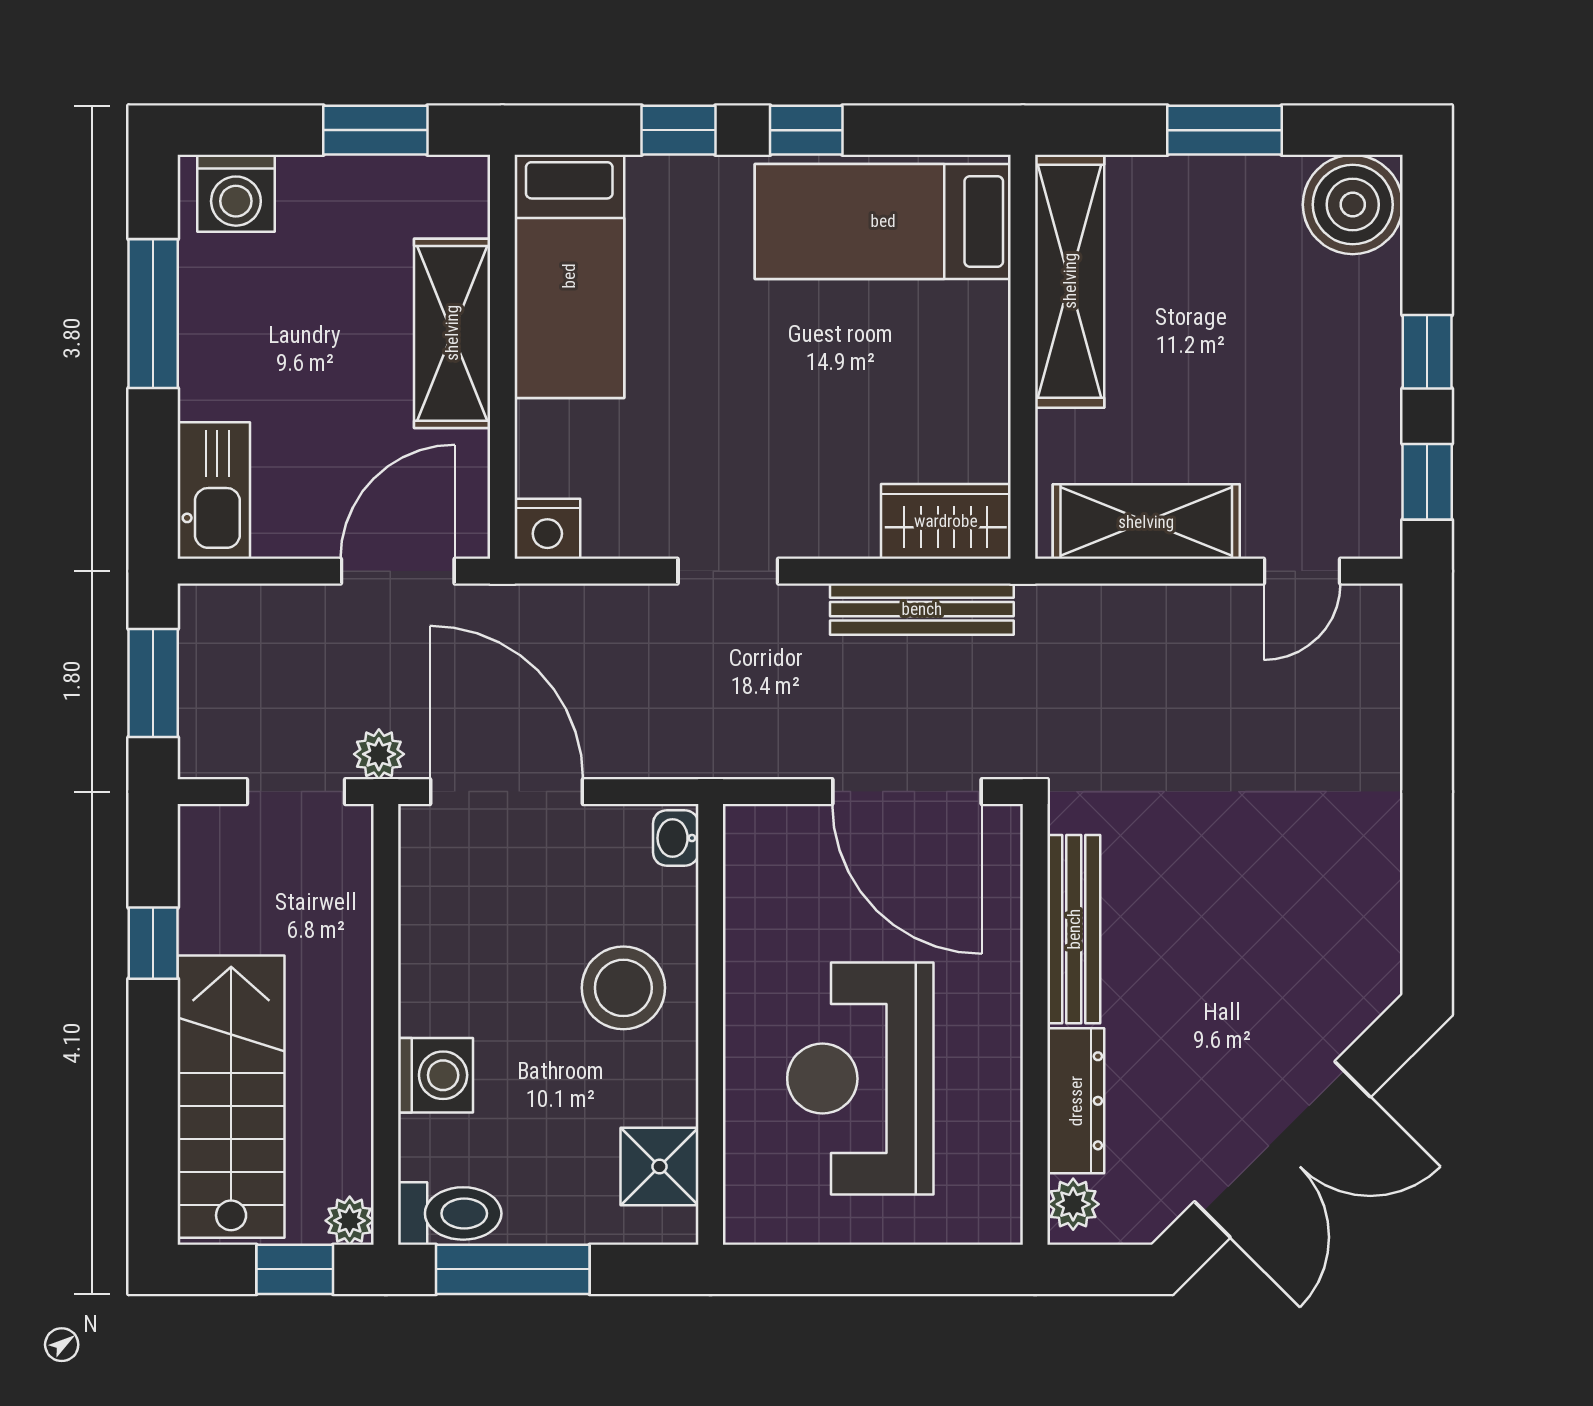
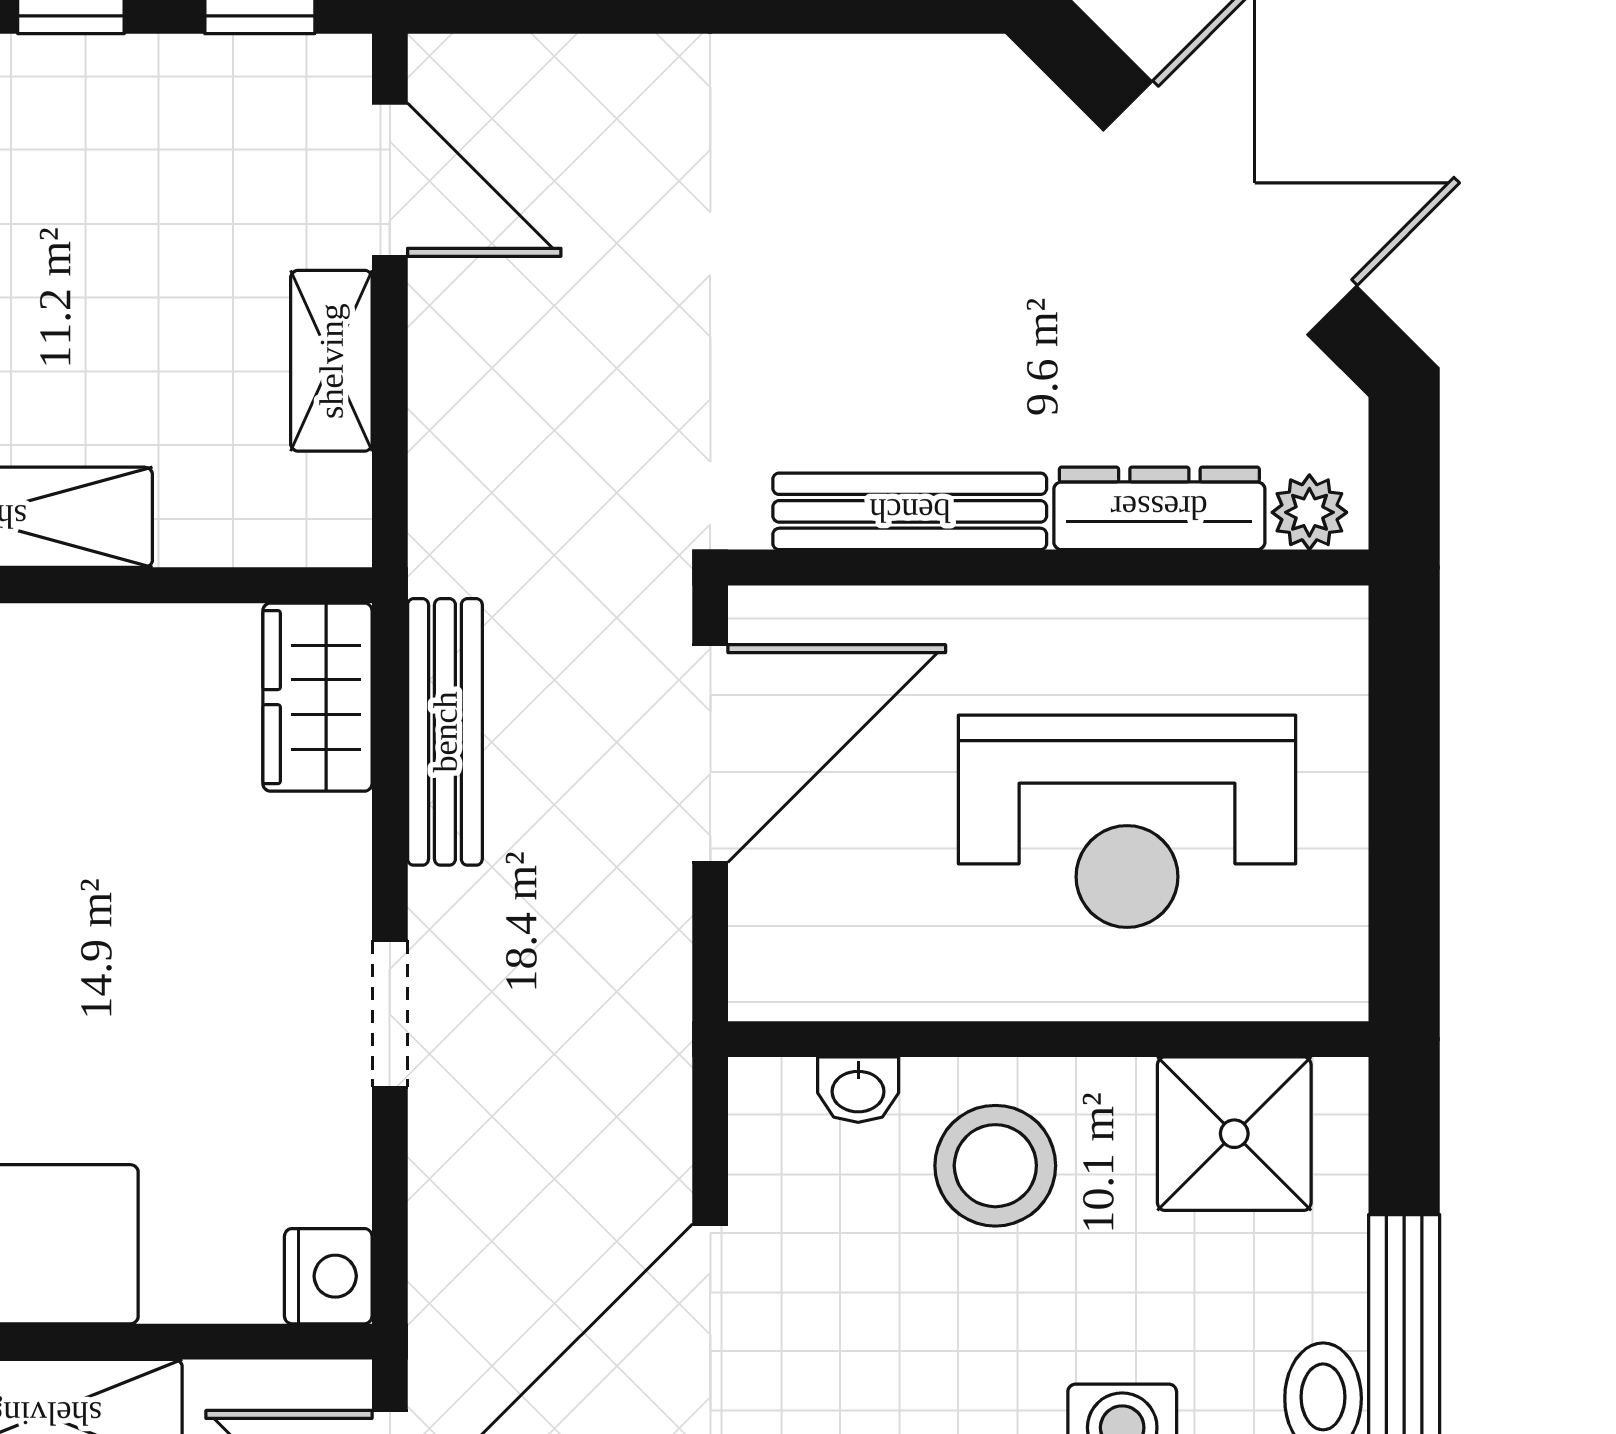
shelving: (1146, 522) -> (331, 361), width x0.67, depth x0.75
door: (1302, 571) -> (390, 180), width x1.38
washbasin: (676, 838) -> (858, 1090), moved
shower: (659, 1166) -> (1234, 1134), width x1.36, depth x1.36

